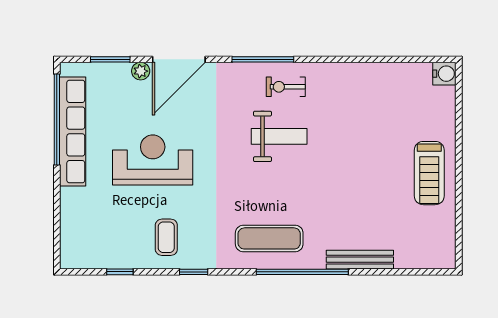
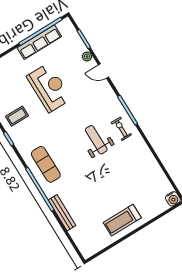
door: (179, 59) -> (103, 71), width x0.53
row of seats: (73, 131) -> (39, 42), width x0.73
weight bench: (279, 136) -> (96, 140), turned 180

